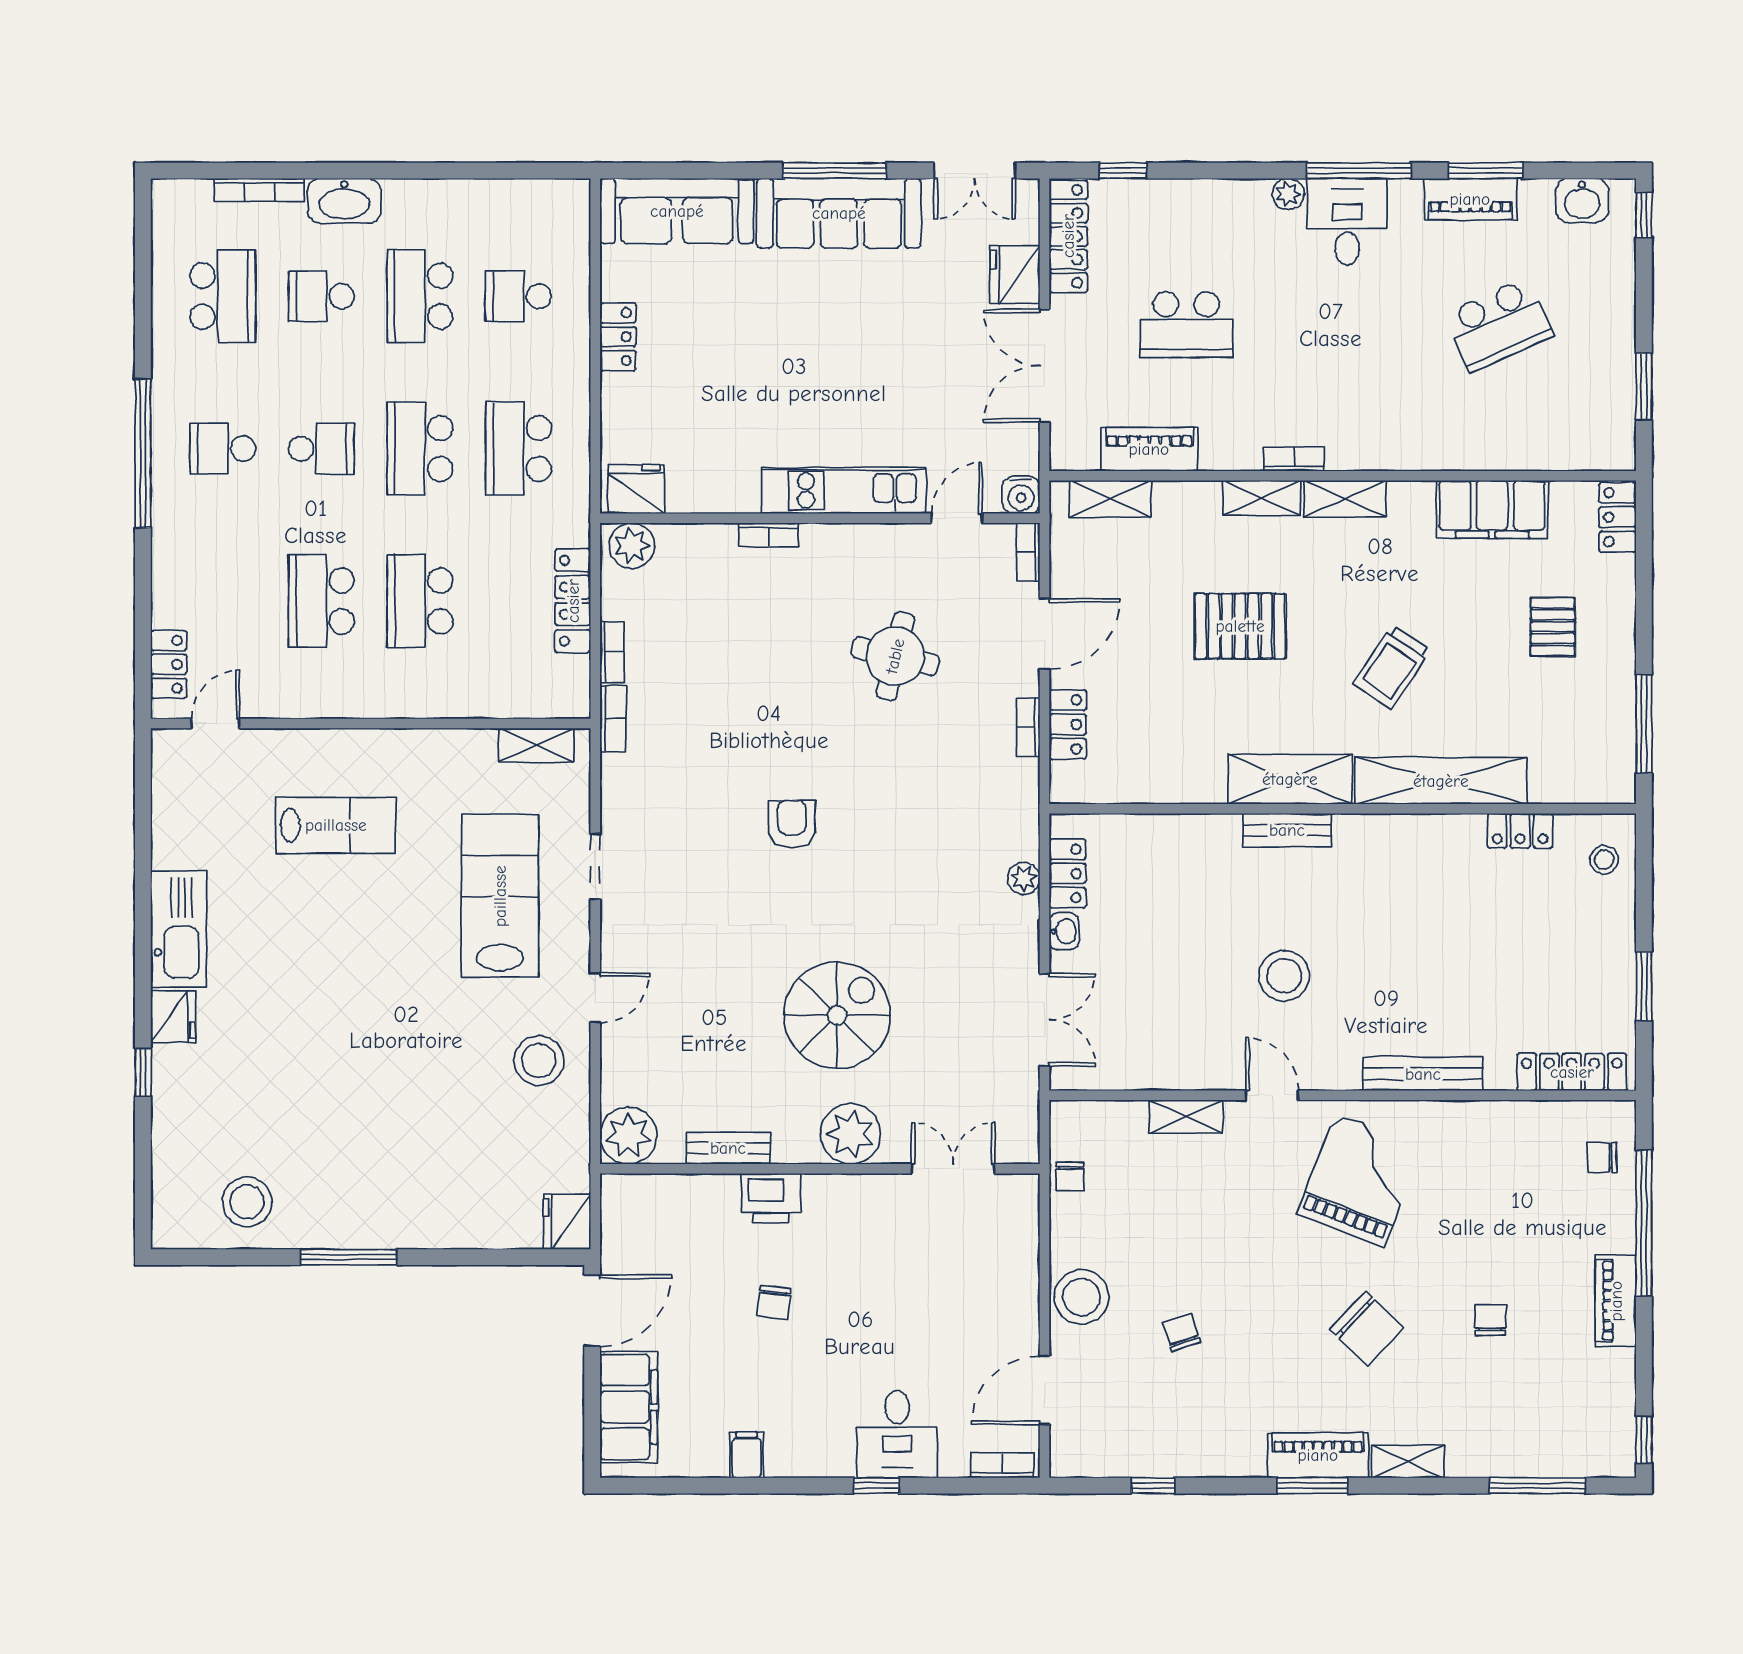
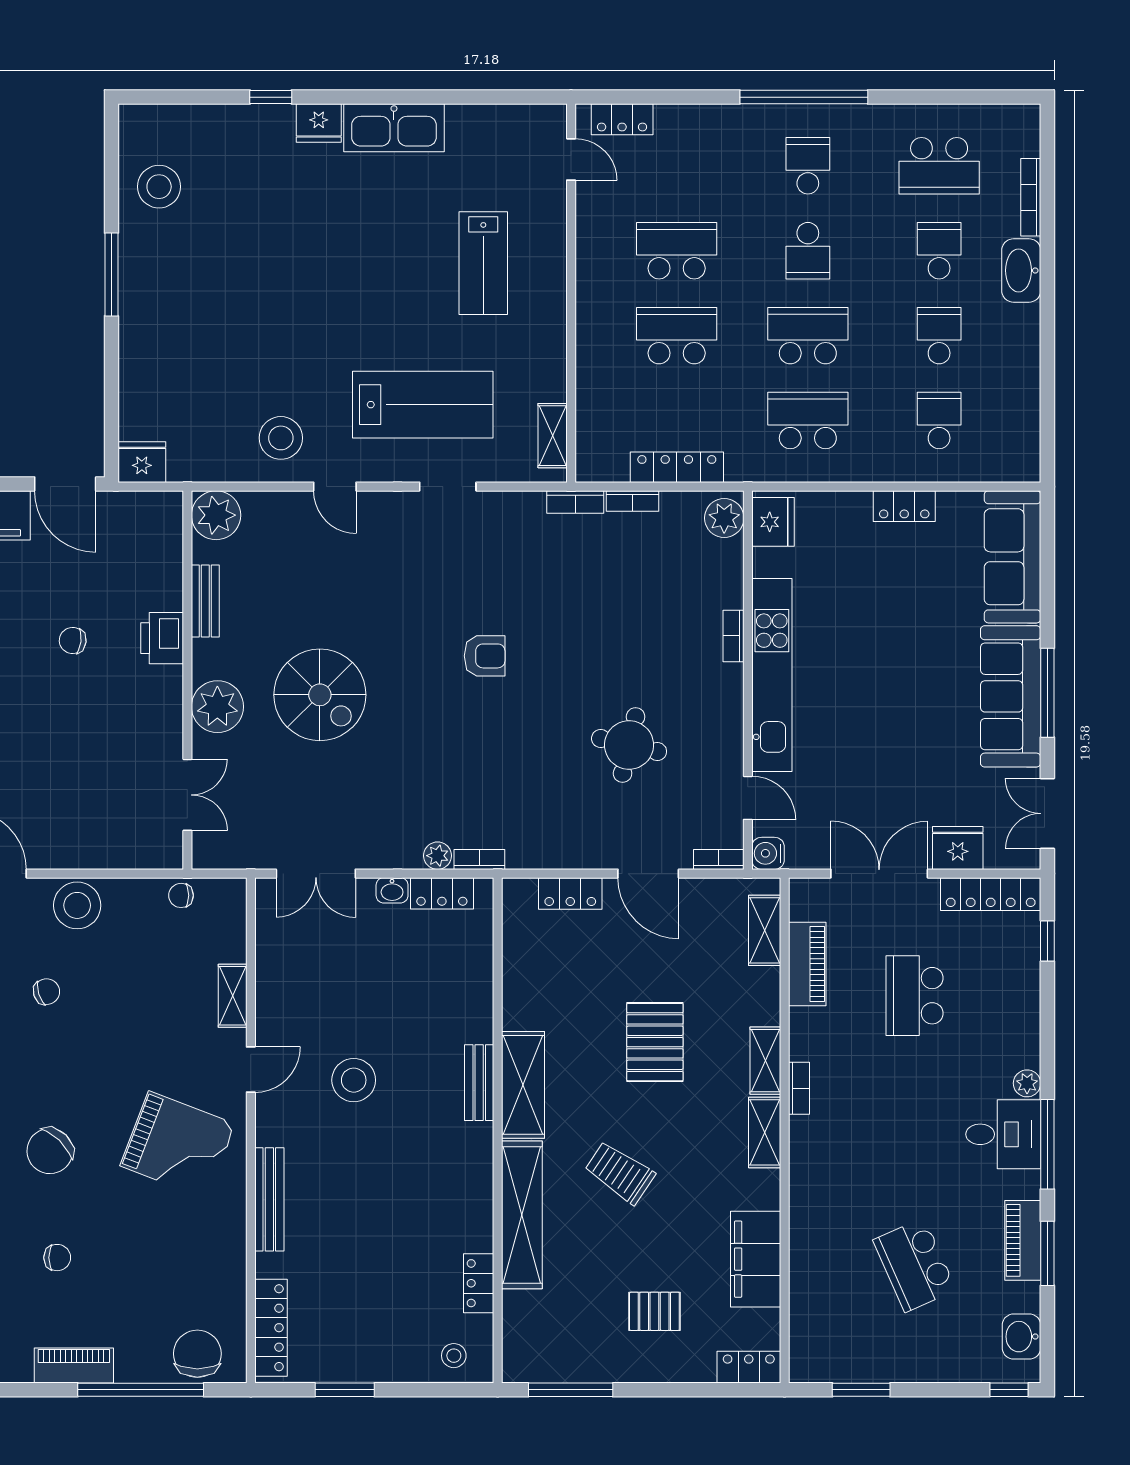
school desk: (420, 296) -> (939, 336), width x0.54
kitchen unit: (844, 490) -> (772, 675), width x1.36
bookcase: (1028, 727) -> (479, 859), moved
chair: (1602, 1157) -> (197, 1354), width x1.87, depth x1.87

